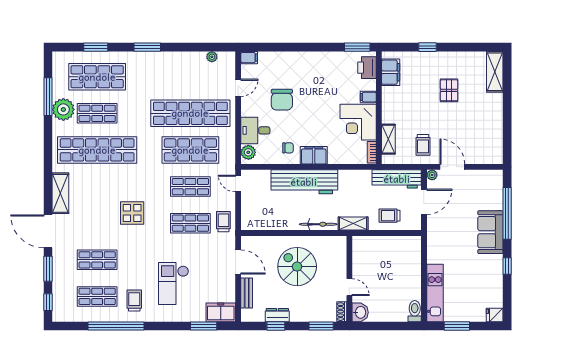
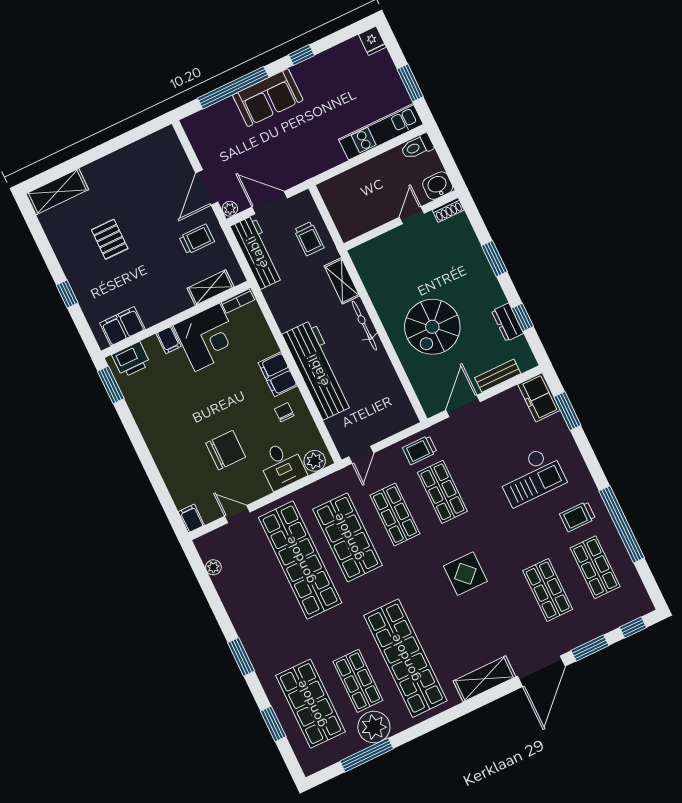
pallet: (449, 90) -> (110, 239), turned 90
wall: (349, 279) -> (401, 220), moved
door: (349, 287) -> (412, 215), moved
shoe rack: (342, 312) -> (448, 210), moved
washbasin: (360, 312) -> (438, 186), moved

